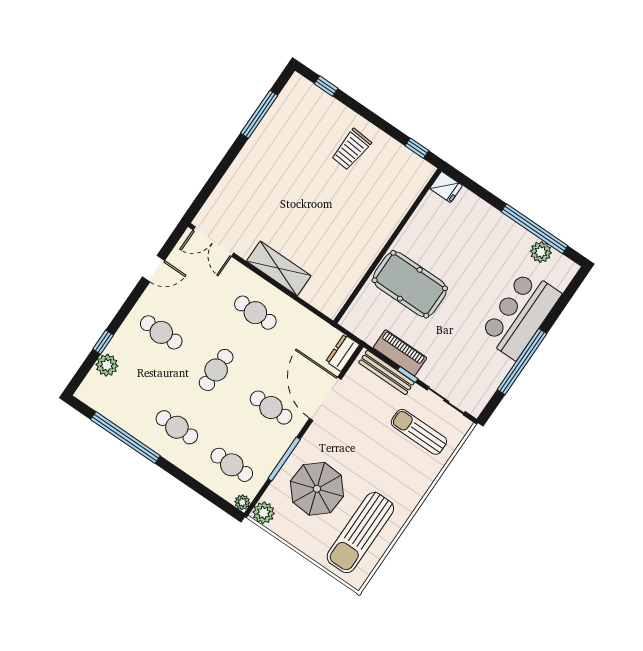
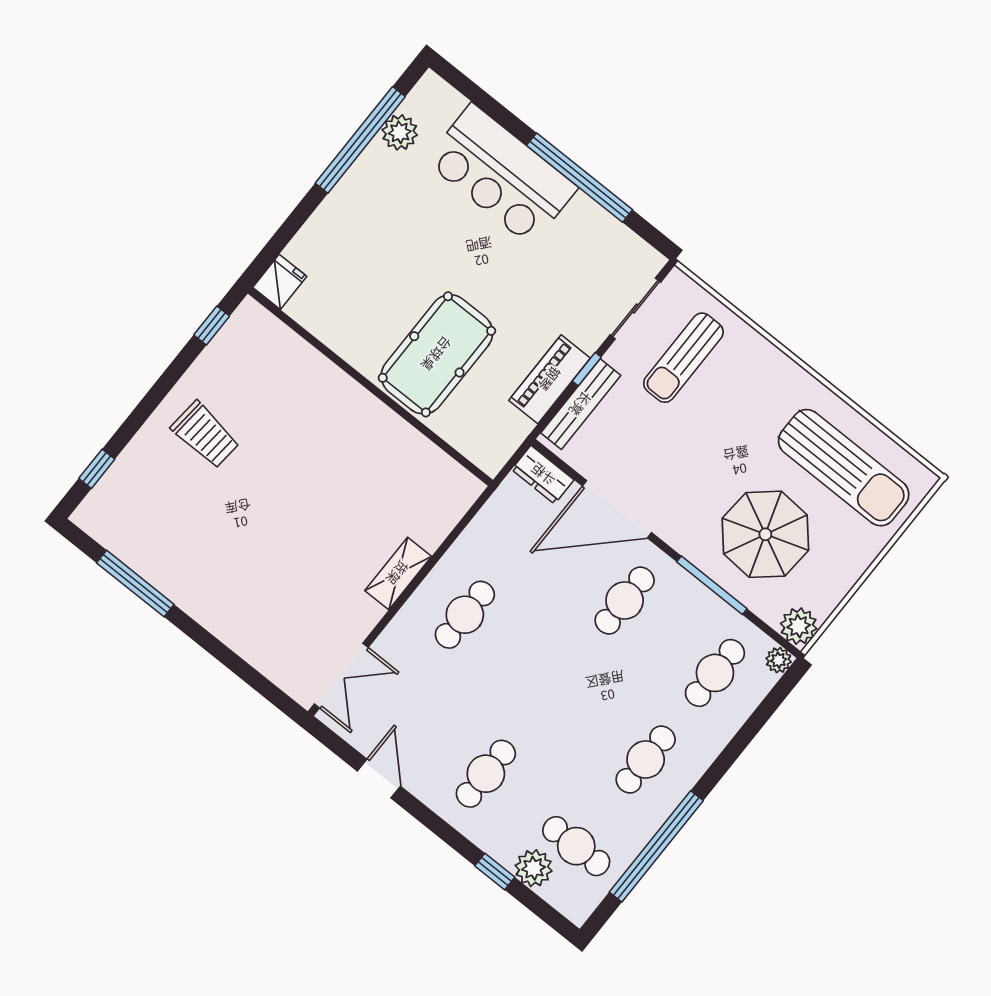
shelving: (279, 268) -> (398, 573), width x0.67, depth x0.75
cafe table: (216, 370) -> (576, 846), moved

